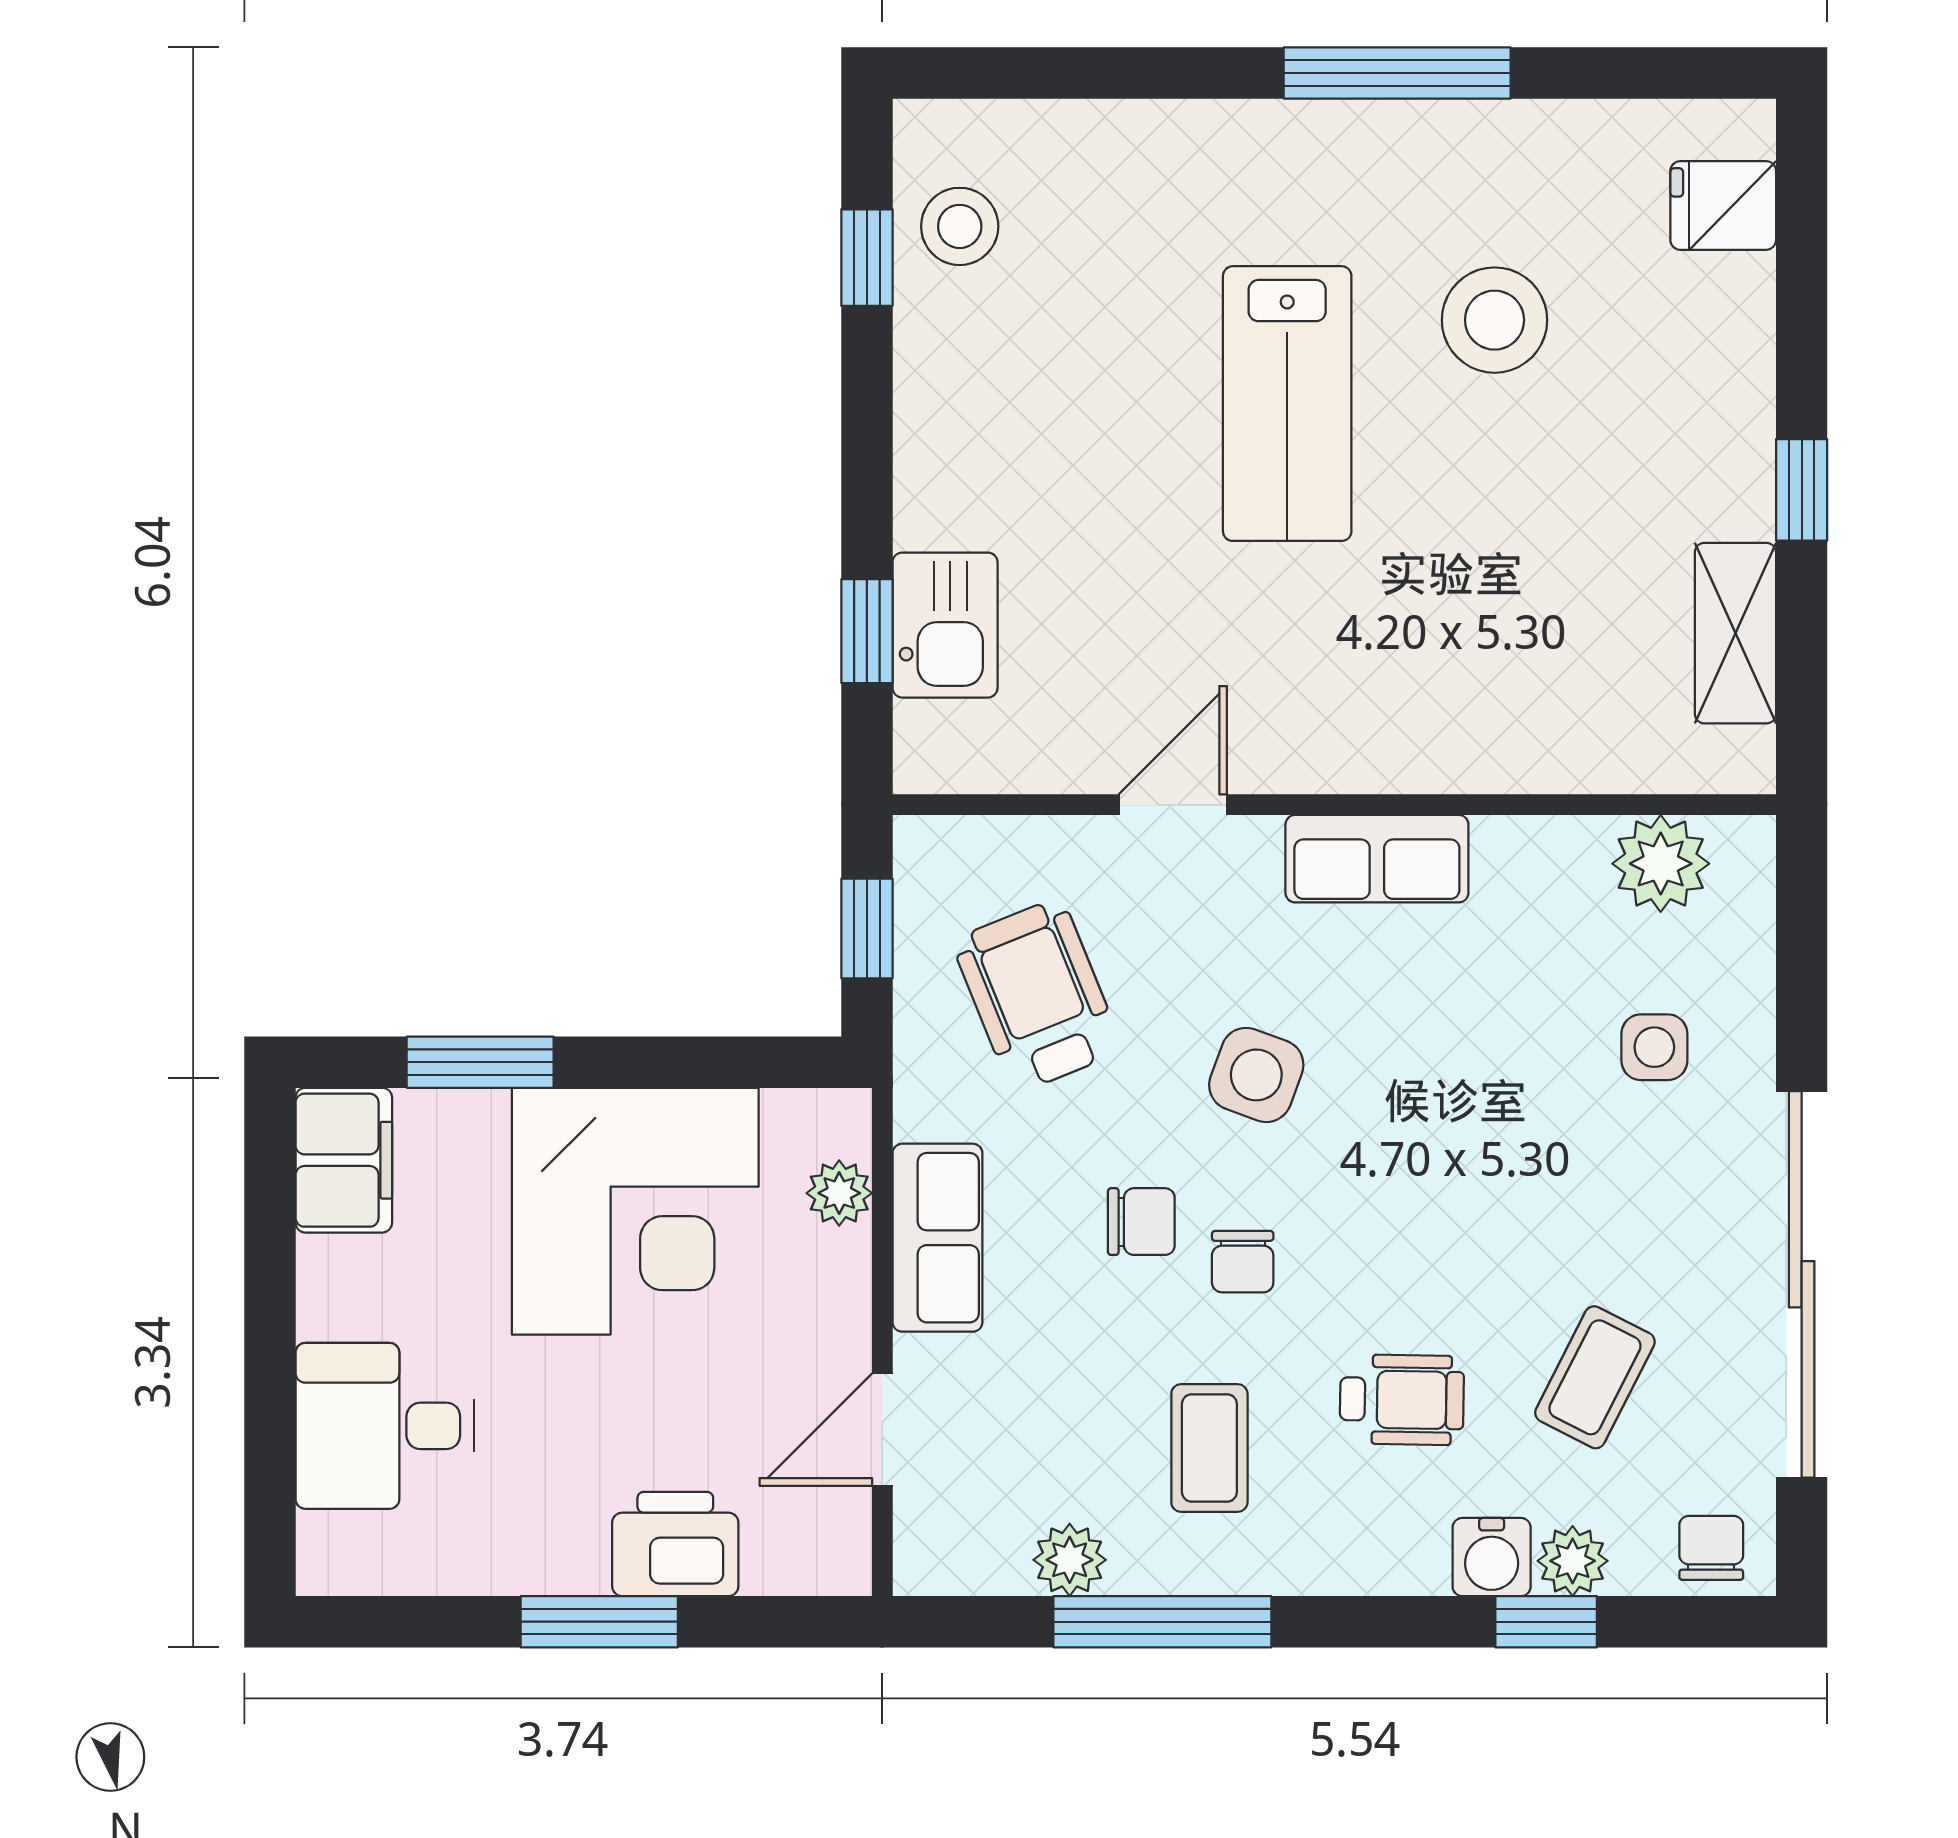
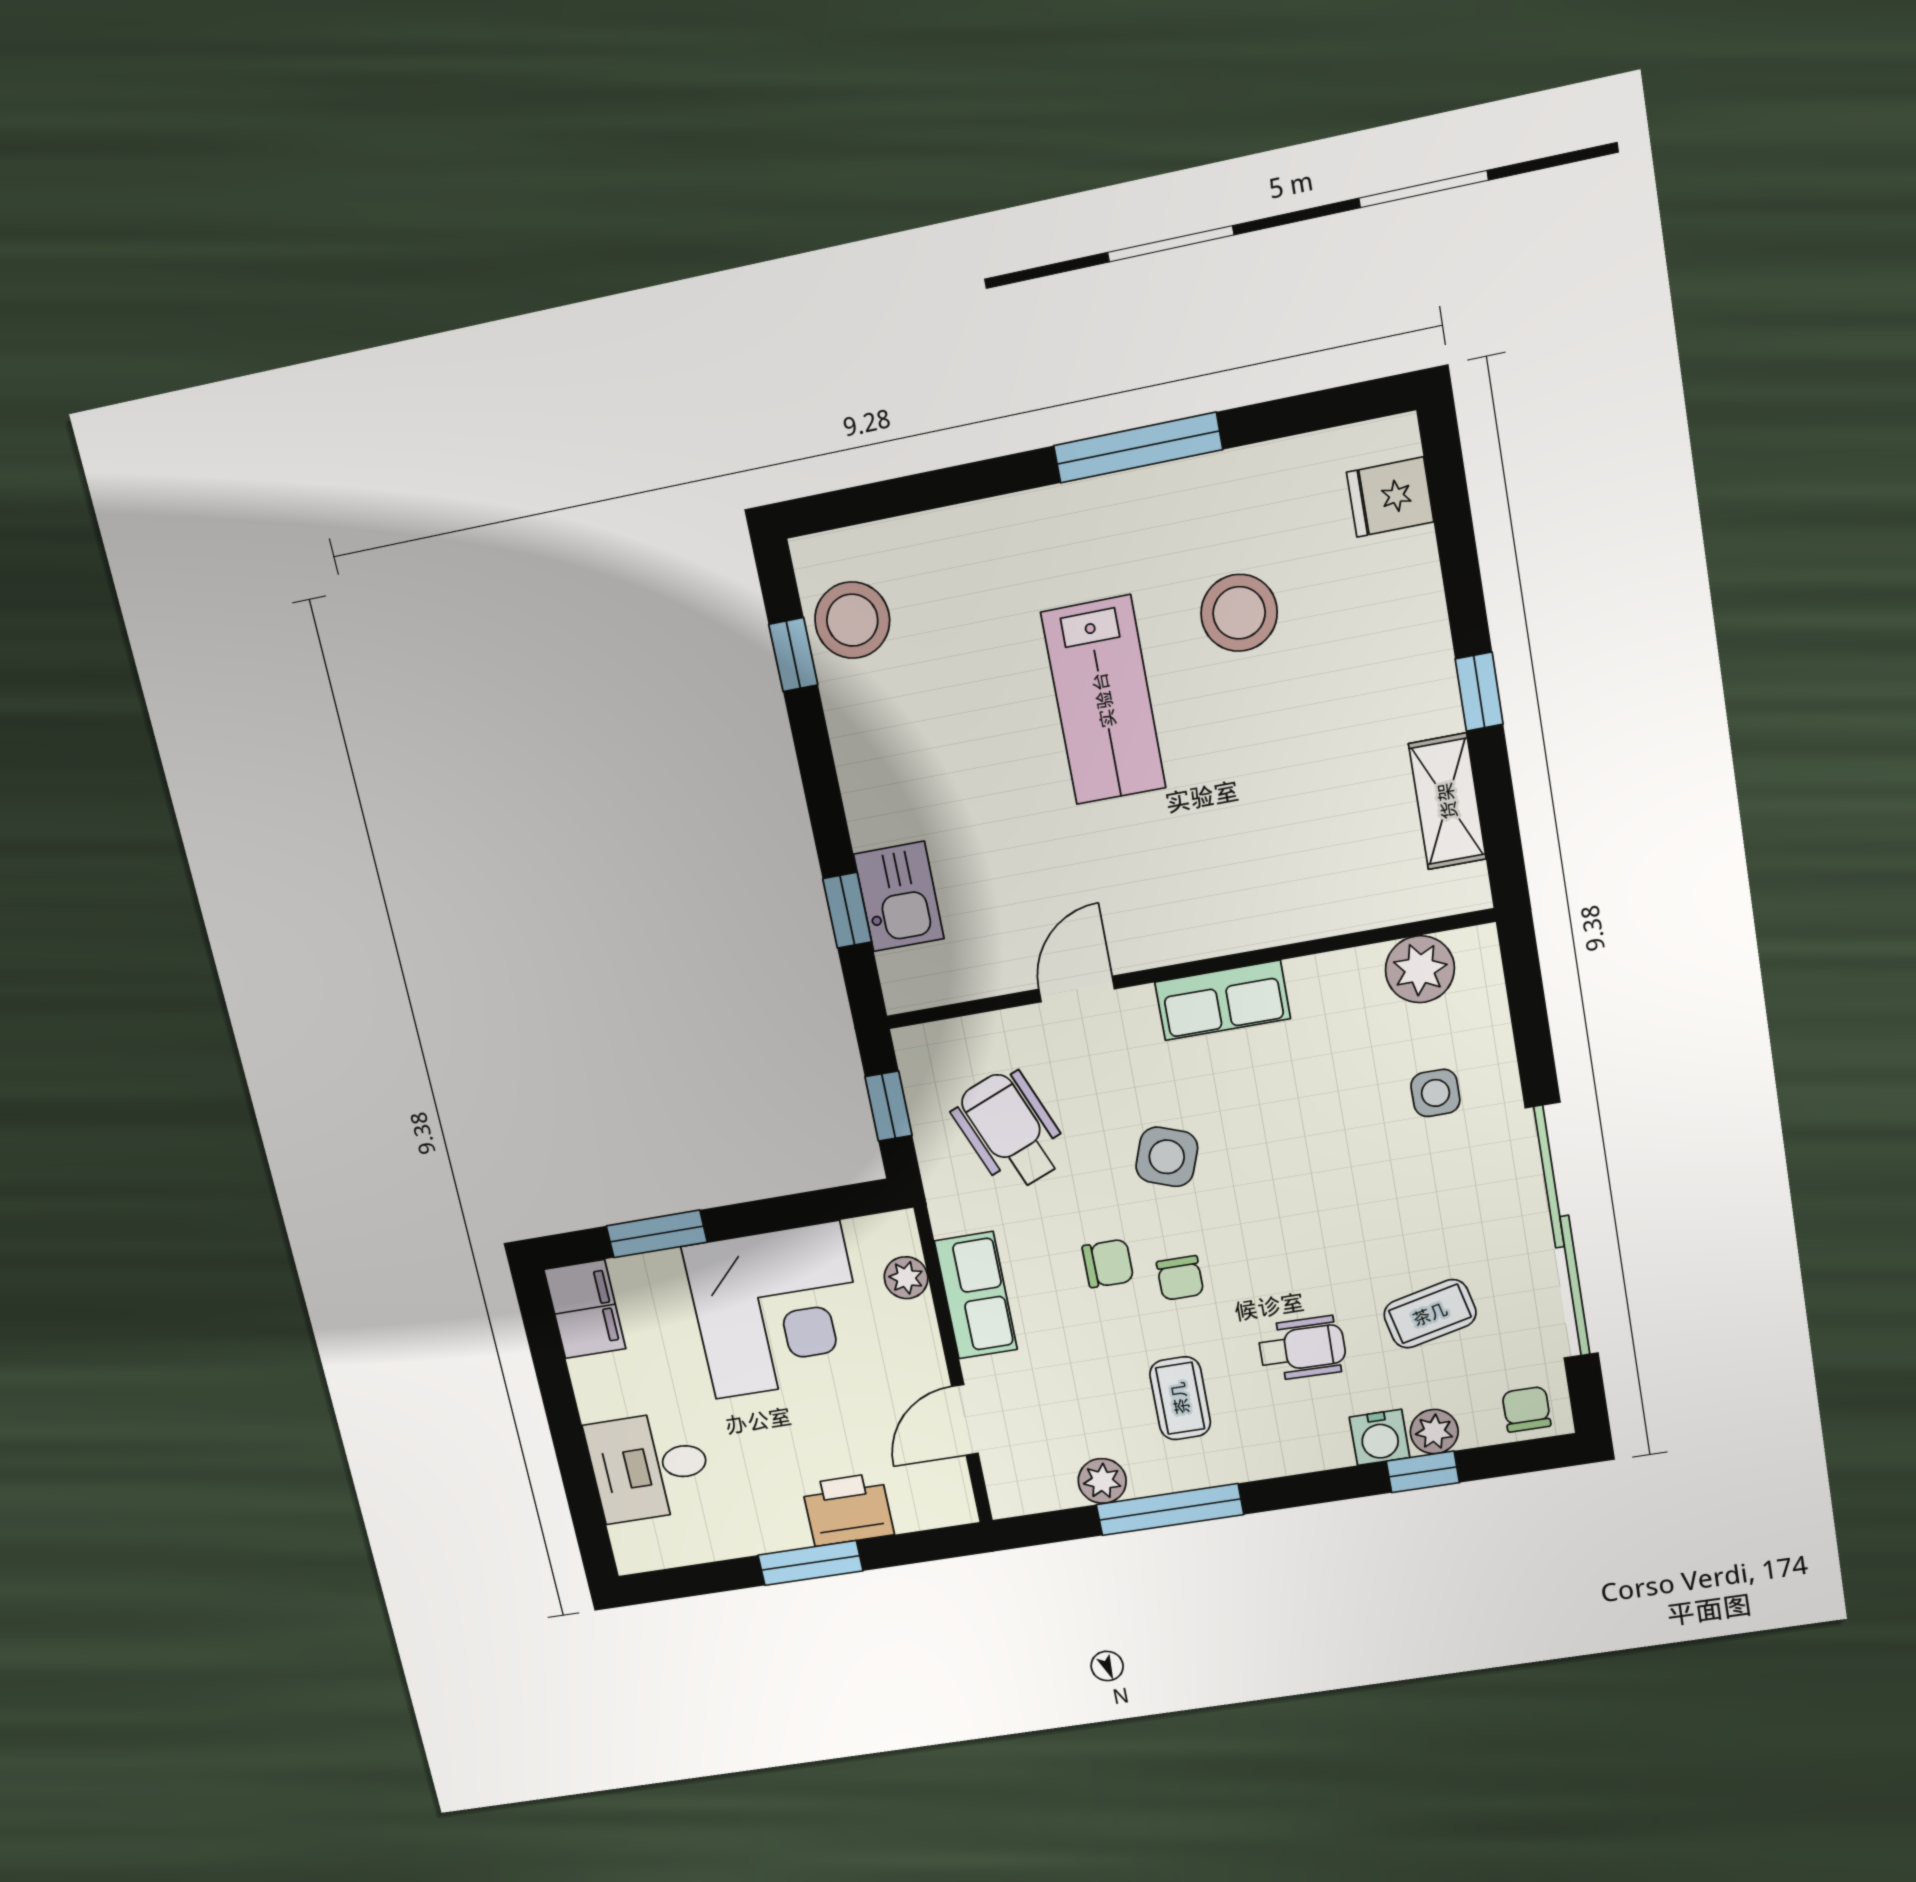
stool: (960, 226) -> (852, 620), width x1.38, depth x1.38
coffee table: (1595, 1377) -> (1430, 1314), turned 50

